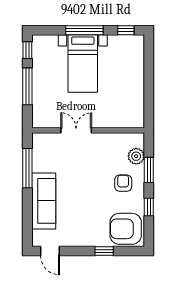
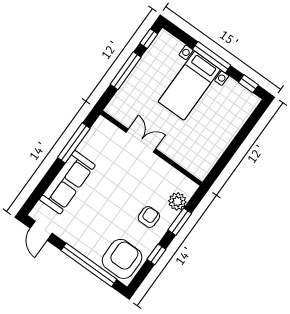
armchair: (126, 229) -> (122, 259), turned 90
window: (104, 251) -> (89, 265), width x3.17

